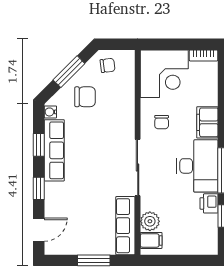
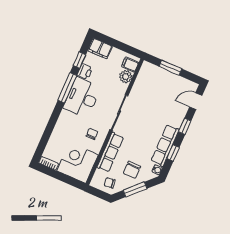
chair: (85, 97) -> (132, 170), turned -90
filing cabinet: (207, 122) -> (100, 48), moved, turned 90
row of seats: (125, 226) -> (110, 152), moved

